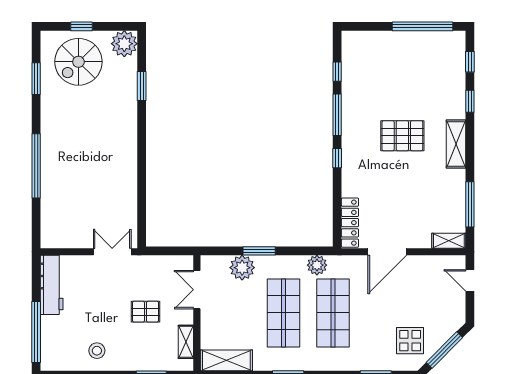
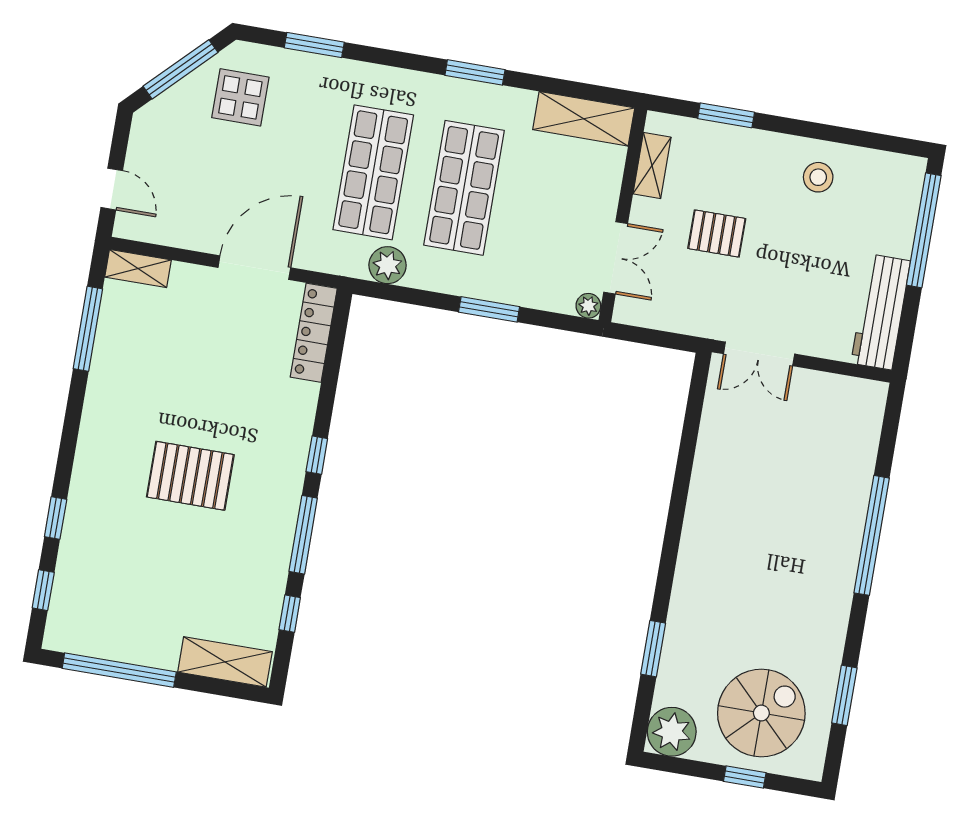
shelving: (456, 144) -> (225, 662), moved, turned 90
plant: (242, 268) -> (588, 306), moved, width x0.53, depth x0.53

